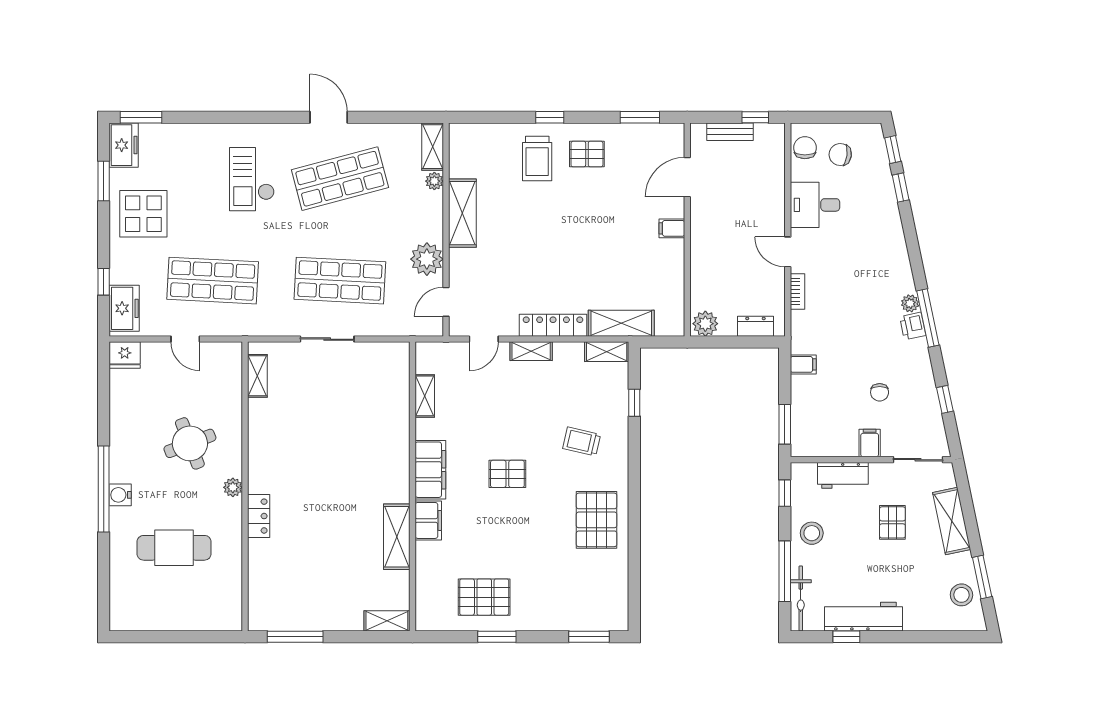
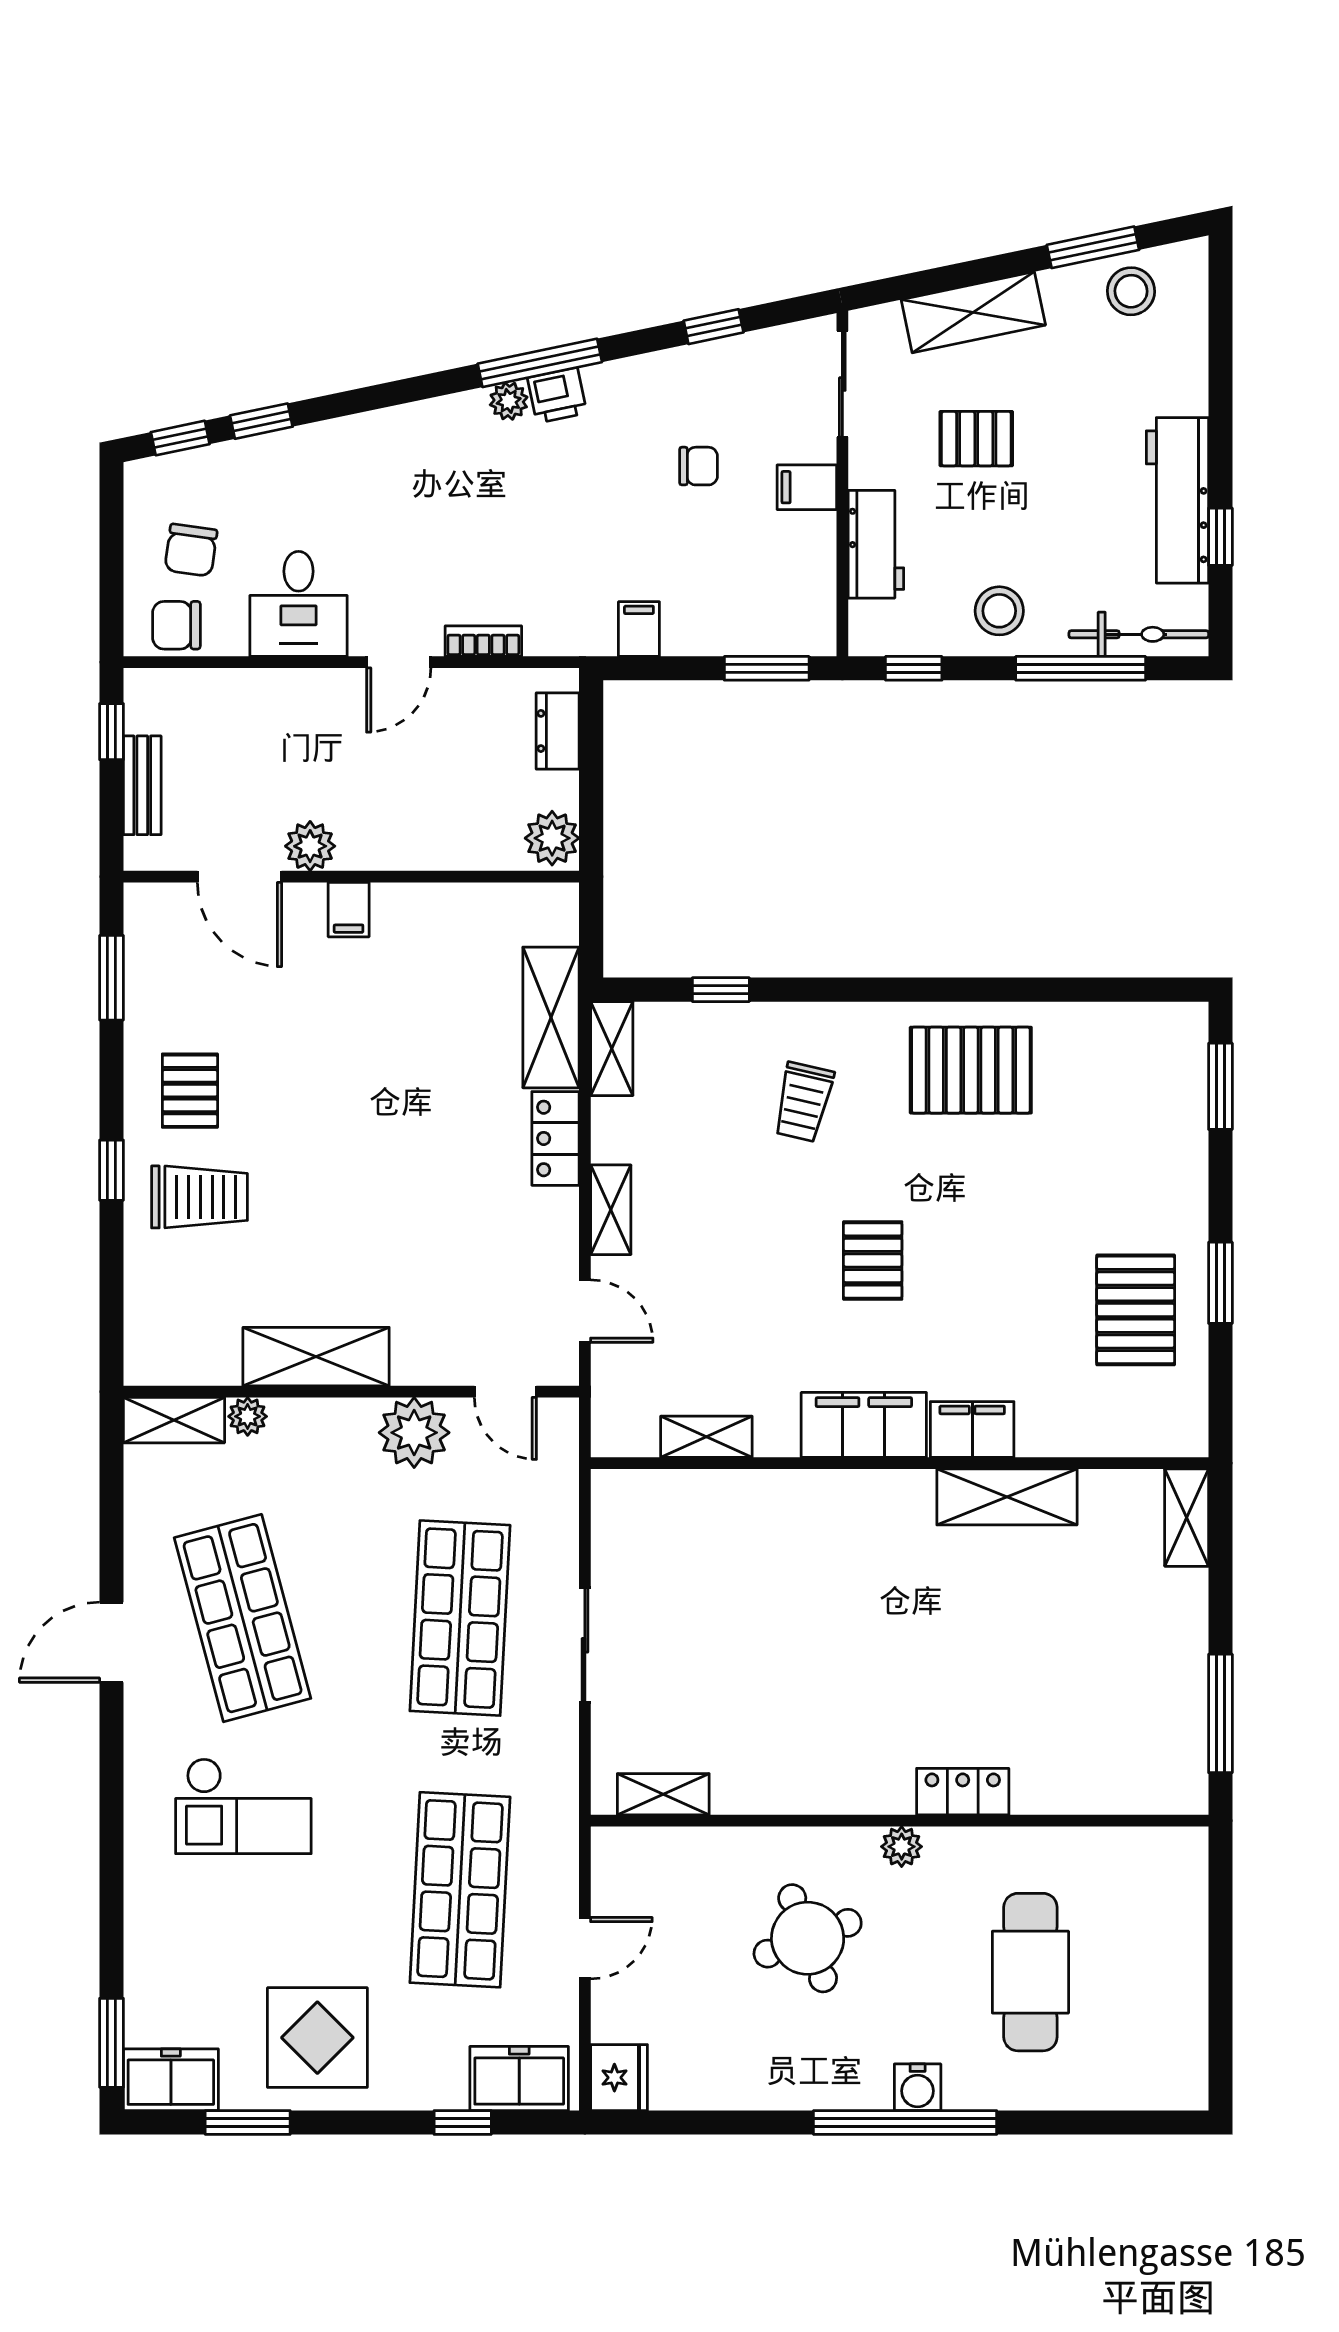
plant: (702, 210) -> (310, 846), added
locker: (553, 325) -> (555, 1138), width x0.66

